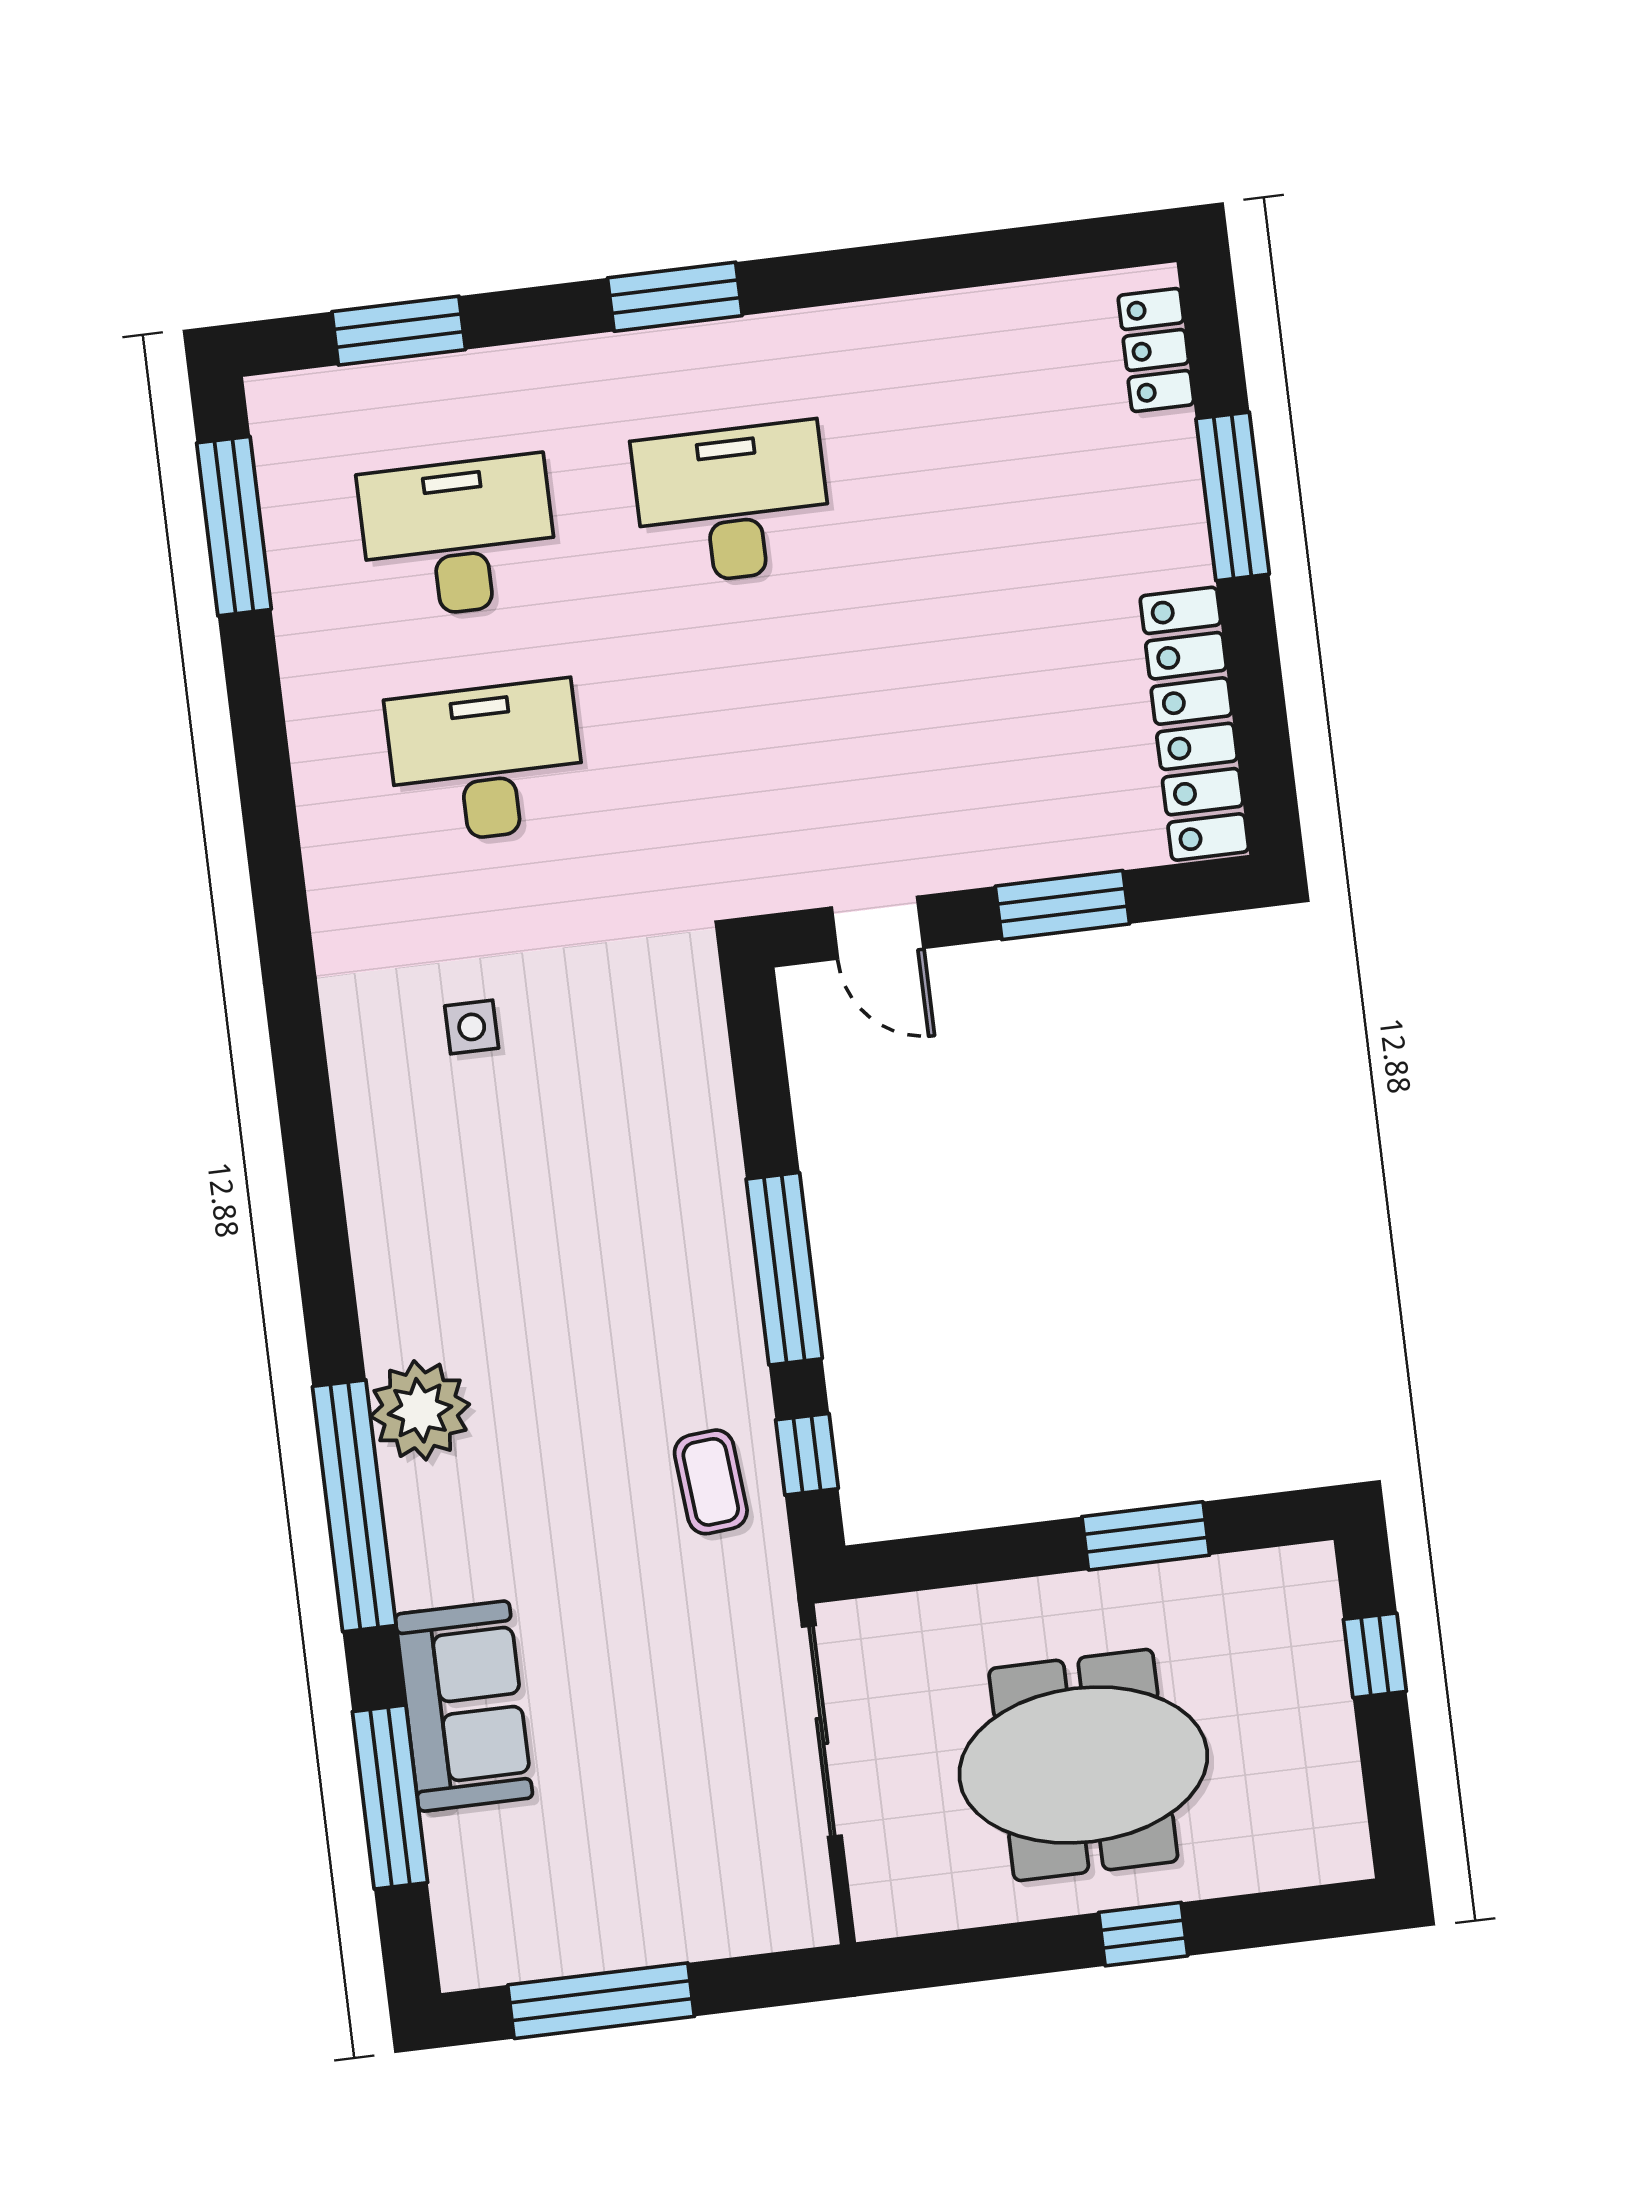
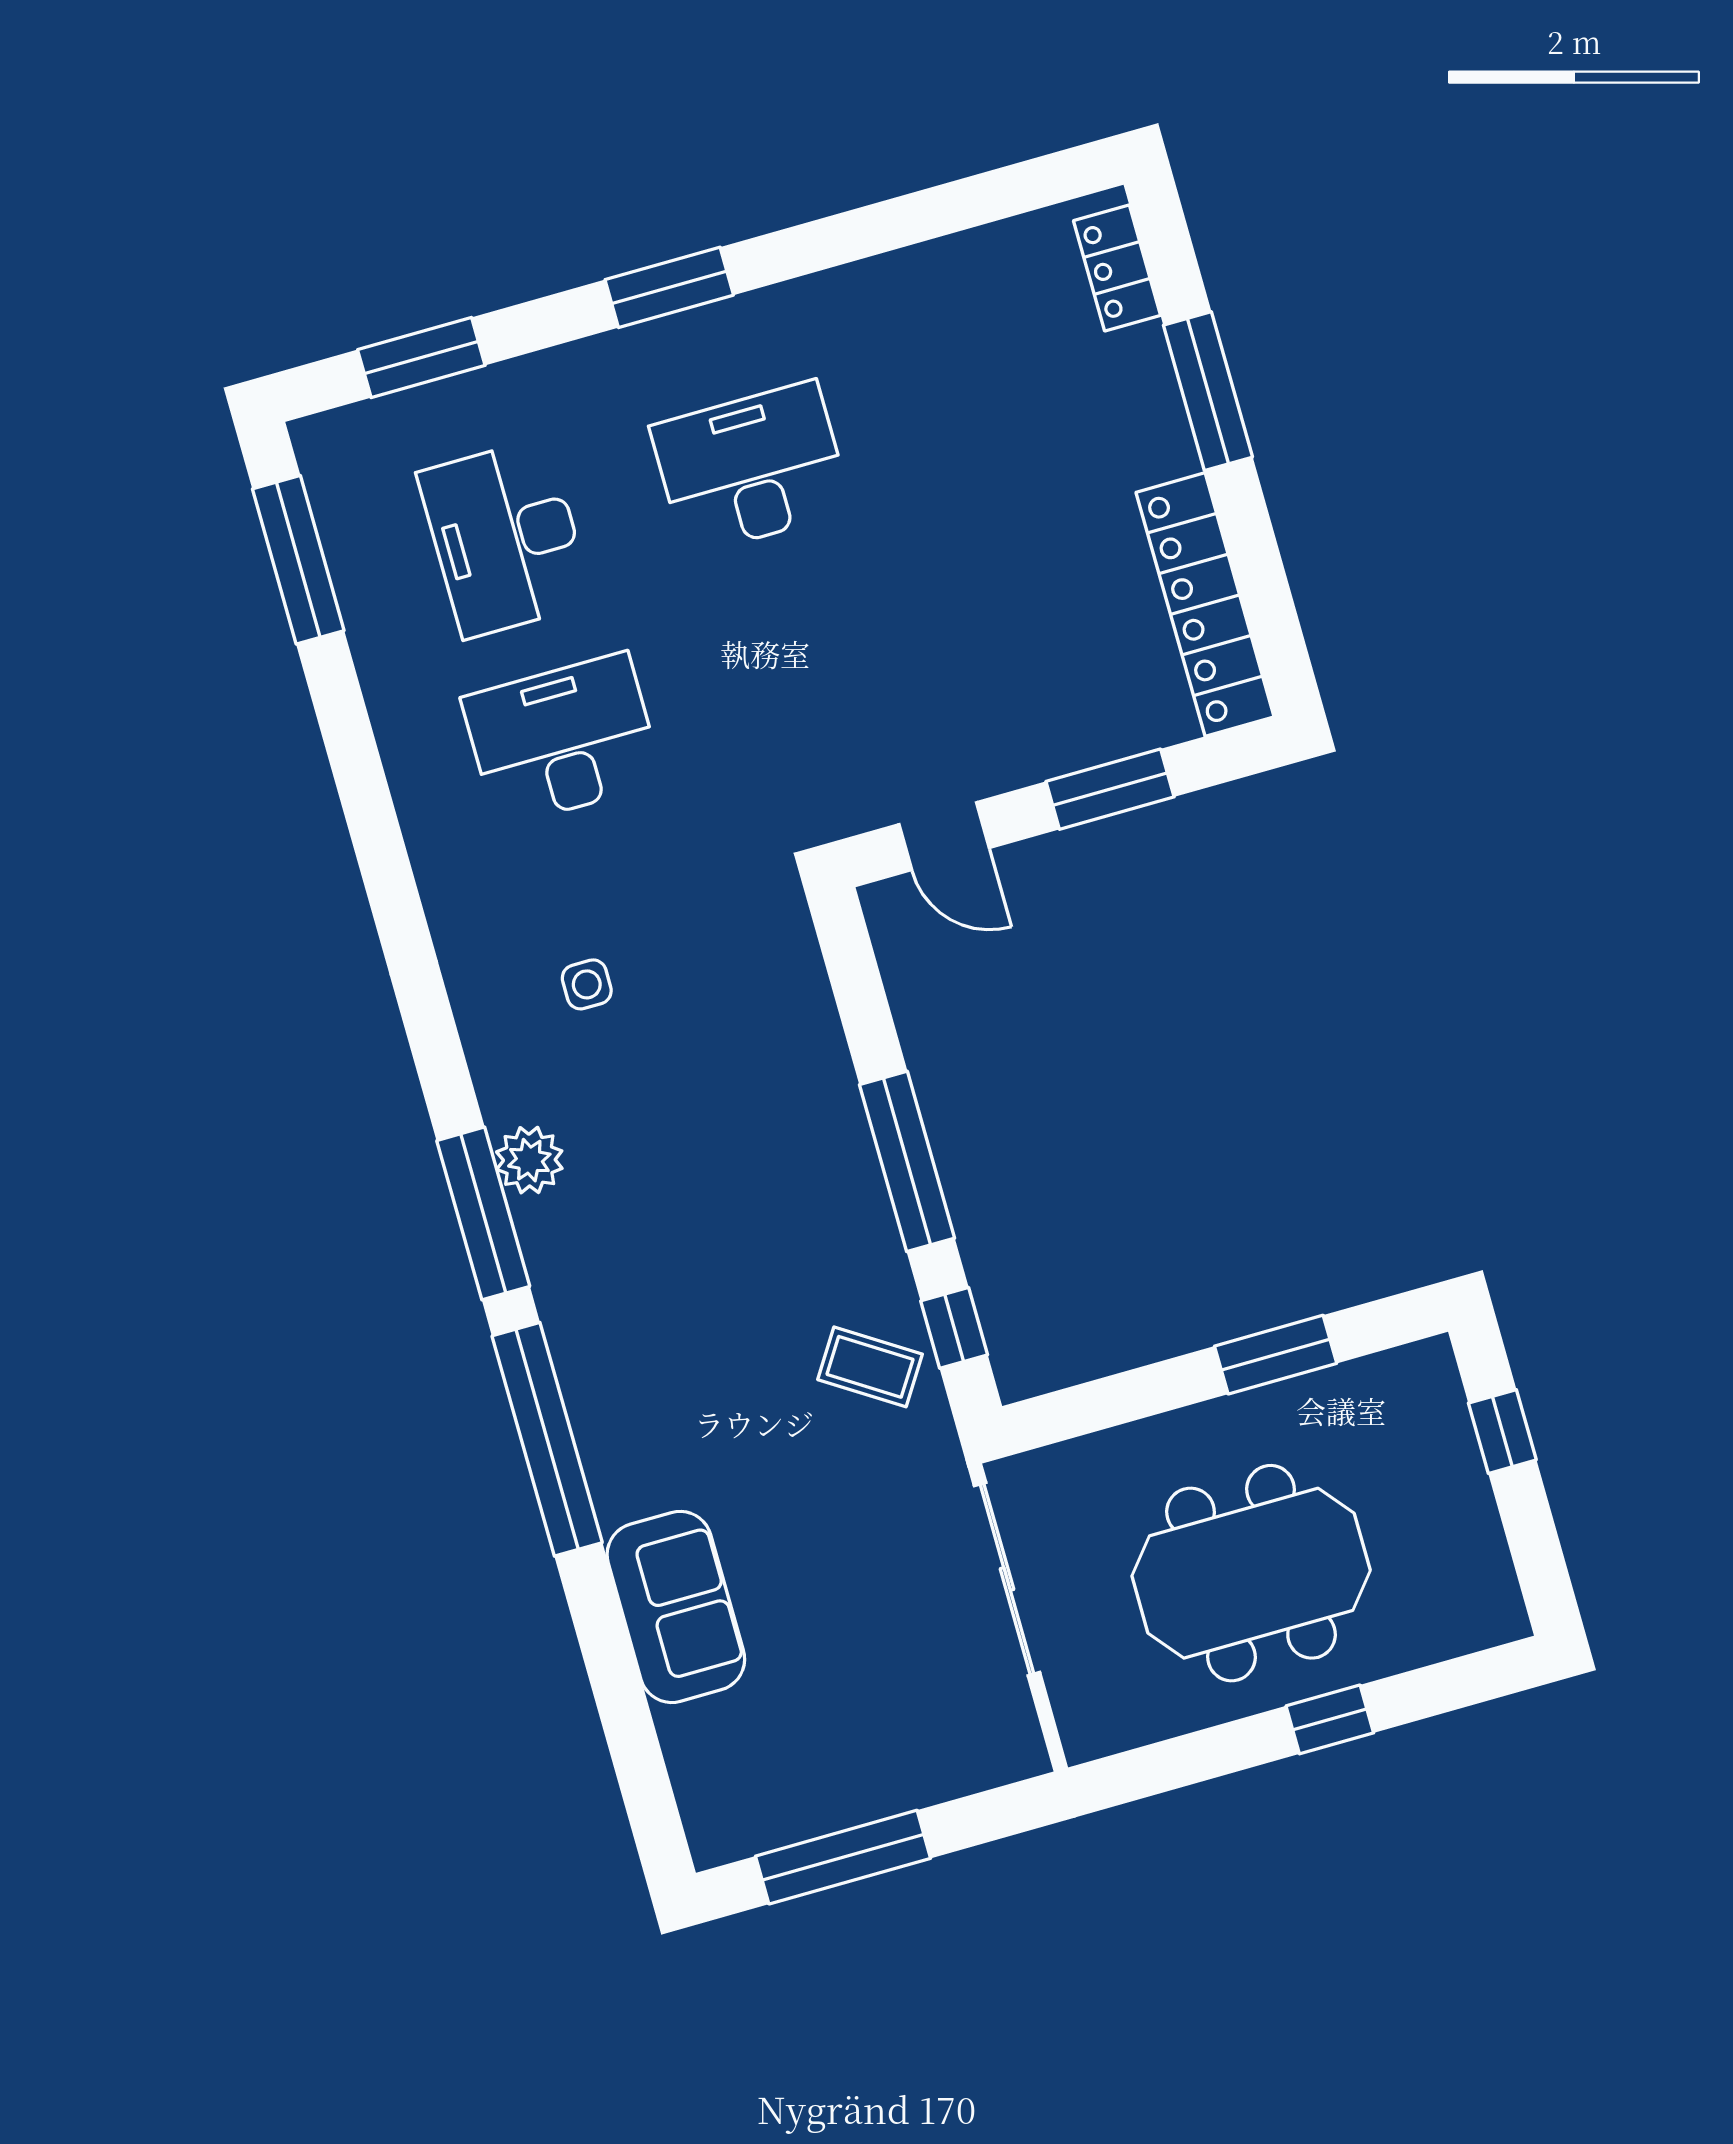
desk: (458, 537) -> (505, 538), turned -90
plant: (420, 1410) -> (529, 1160), moved, width x0.73, depth x0.73
coffee table: (711, 1482) -> (870, 1367), turned -52
window: (390, 1797) -> (483, 1213), moved

